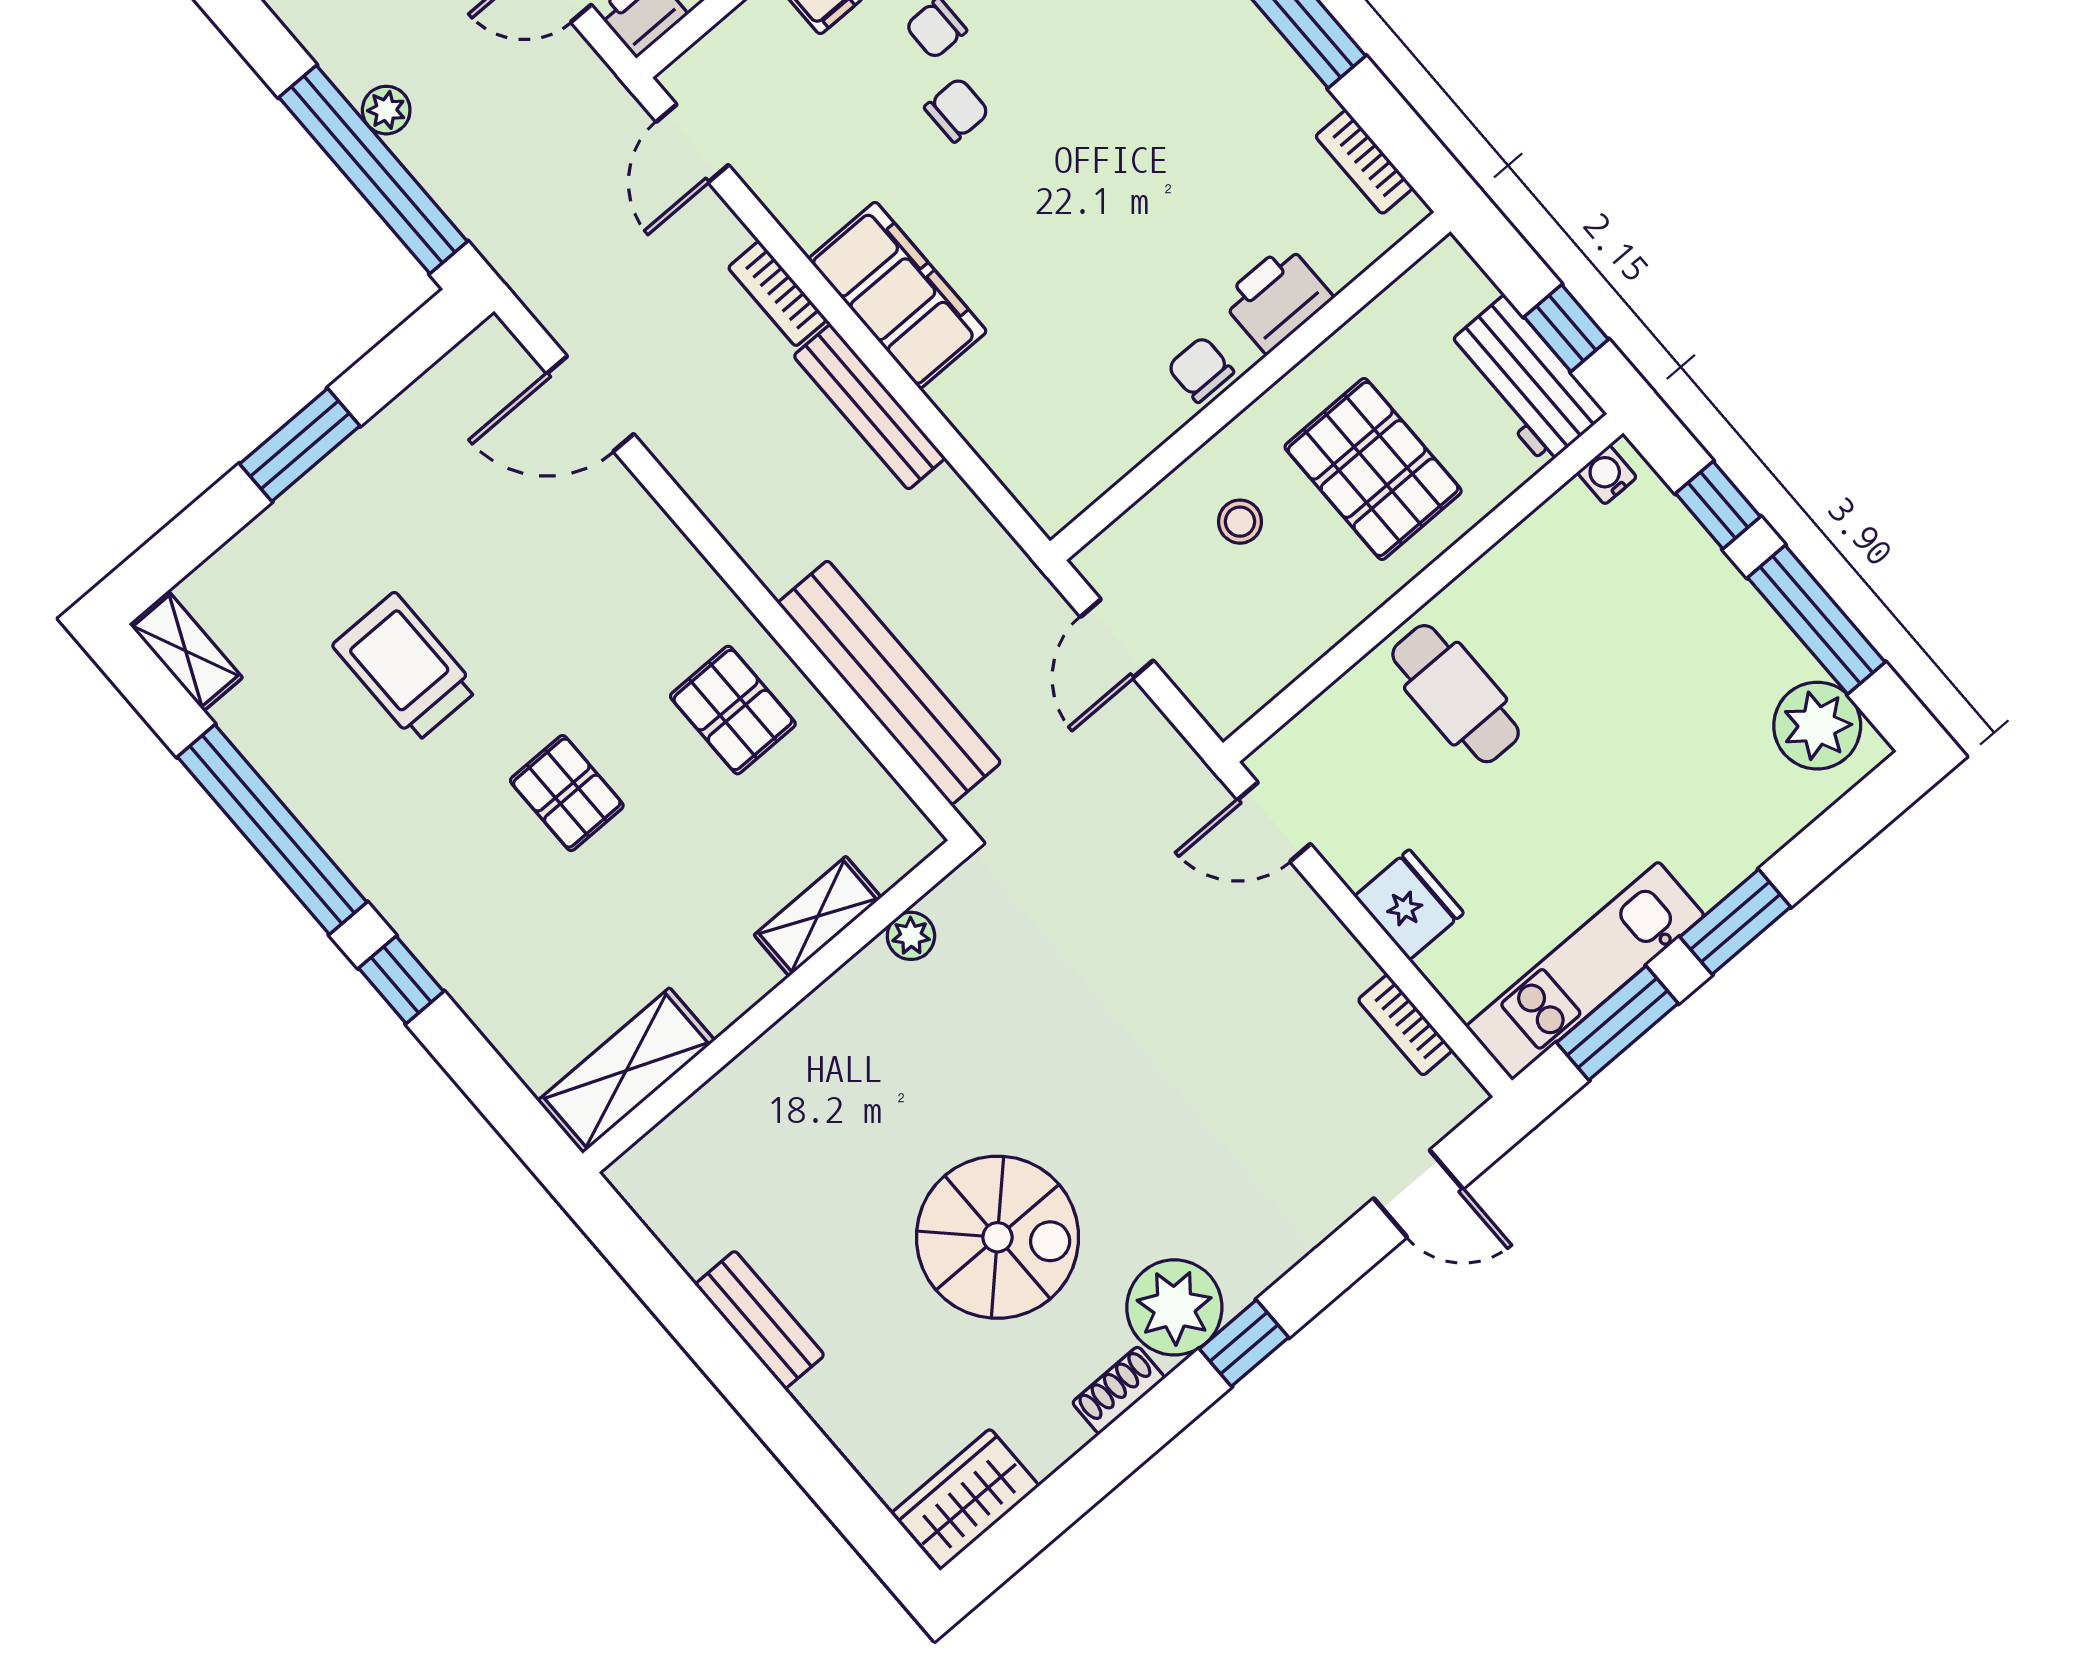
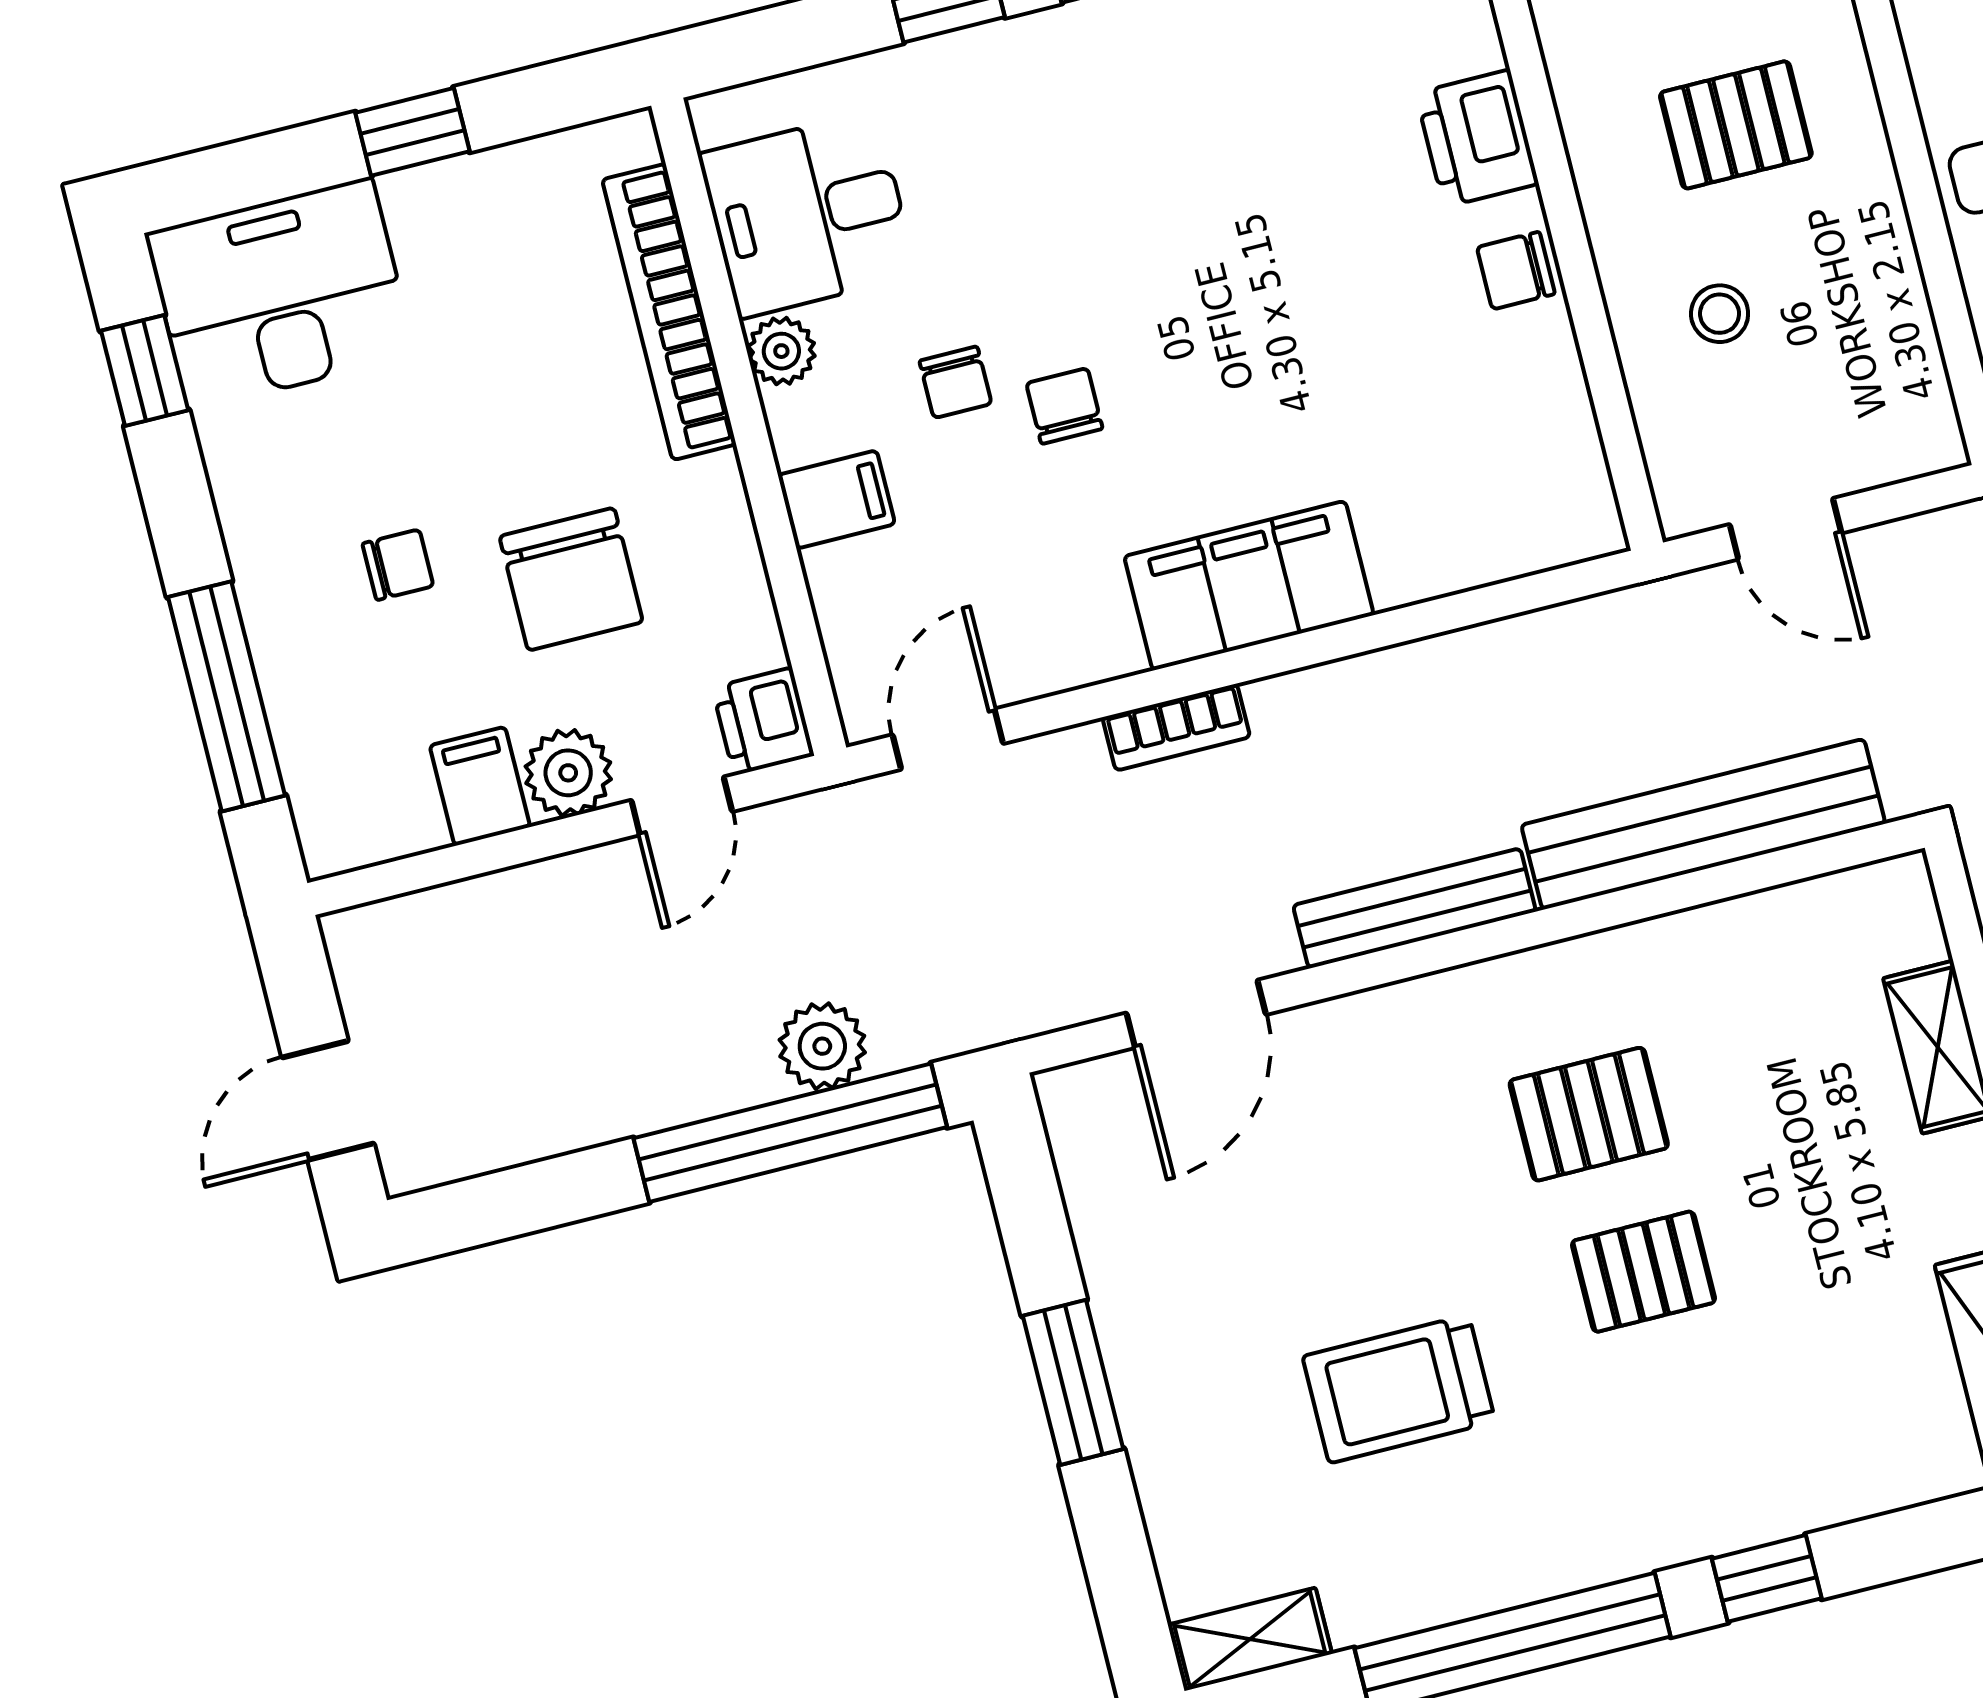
plant: (386, 110) -> (822, 1046), moved, width x1.38, depth x1.38
door: (692, 143) -> (948, 739), swing flipped
bench: (869, 407) -> (1414, 908), moved
pallet: (1373, 469) -> (1736, 125), width x0.67, depth x0.71
pallet: (733, 710) -> (1589, 1114), moved

